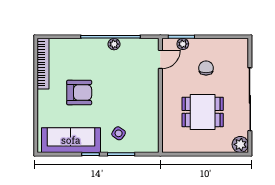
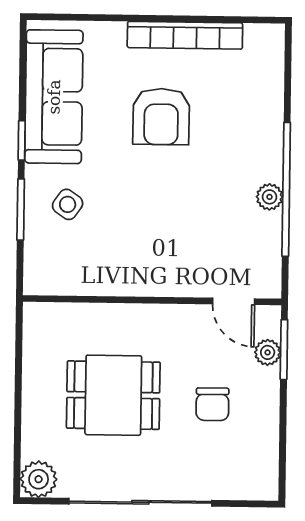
bookcase: (43, 64) -> (185, 35), moved
chair: (206, 68) -> (212, 404), turned 90
dining table: (203, 112) -> (113, 395), turned 90

